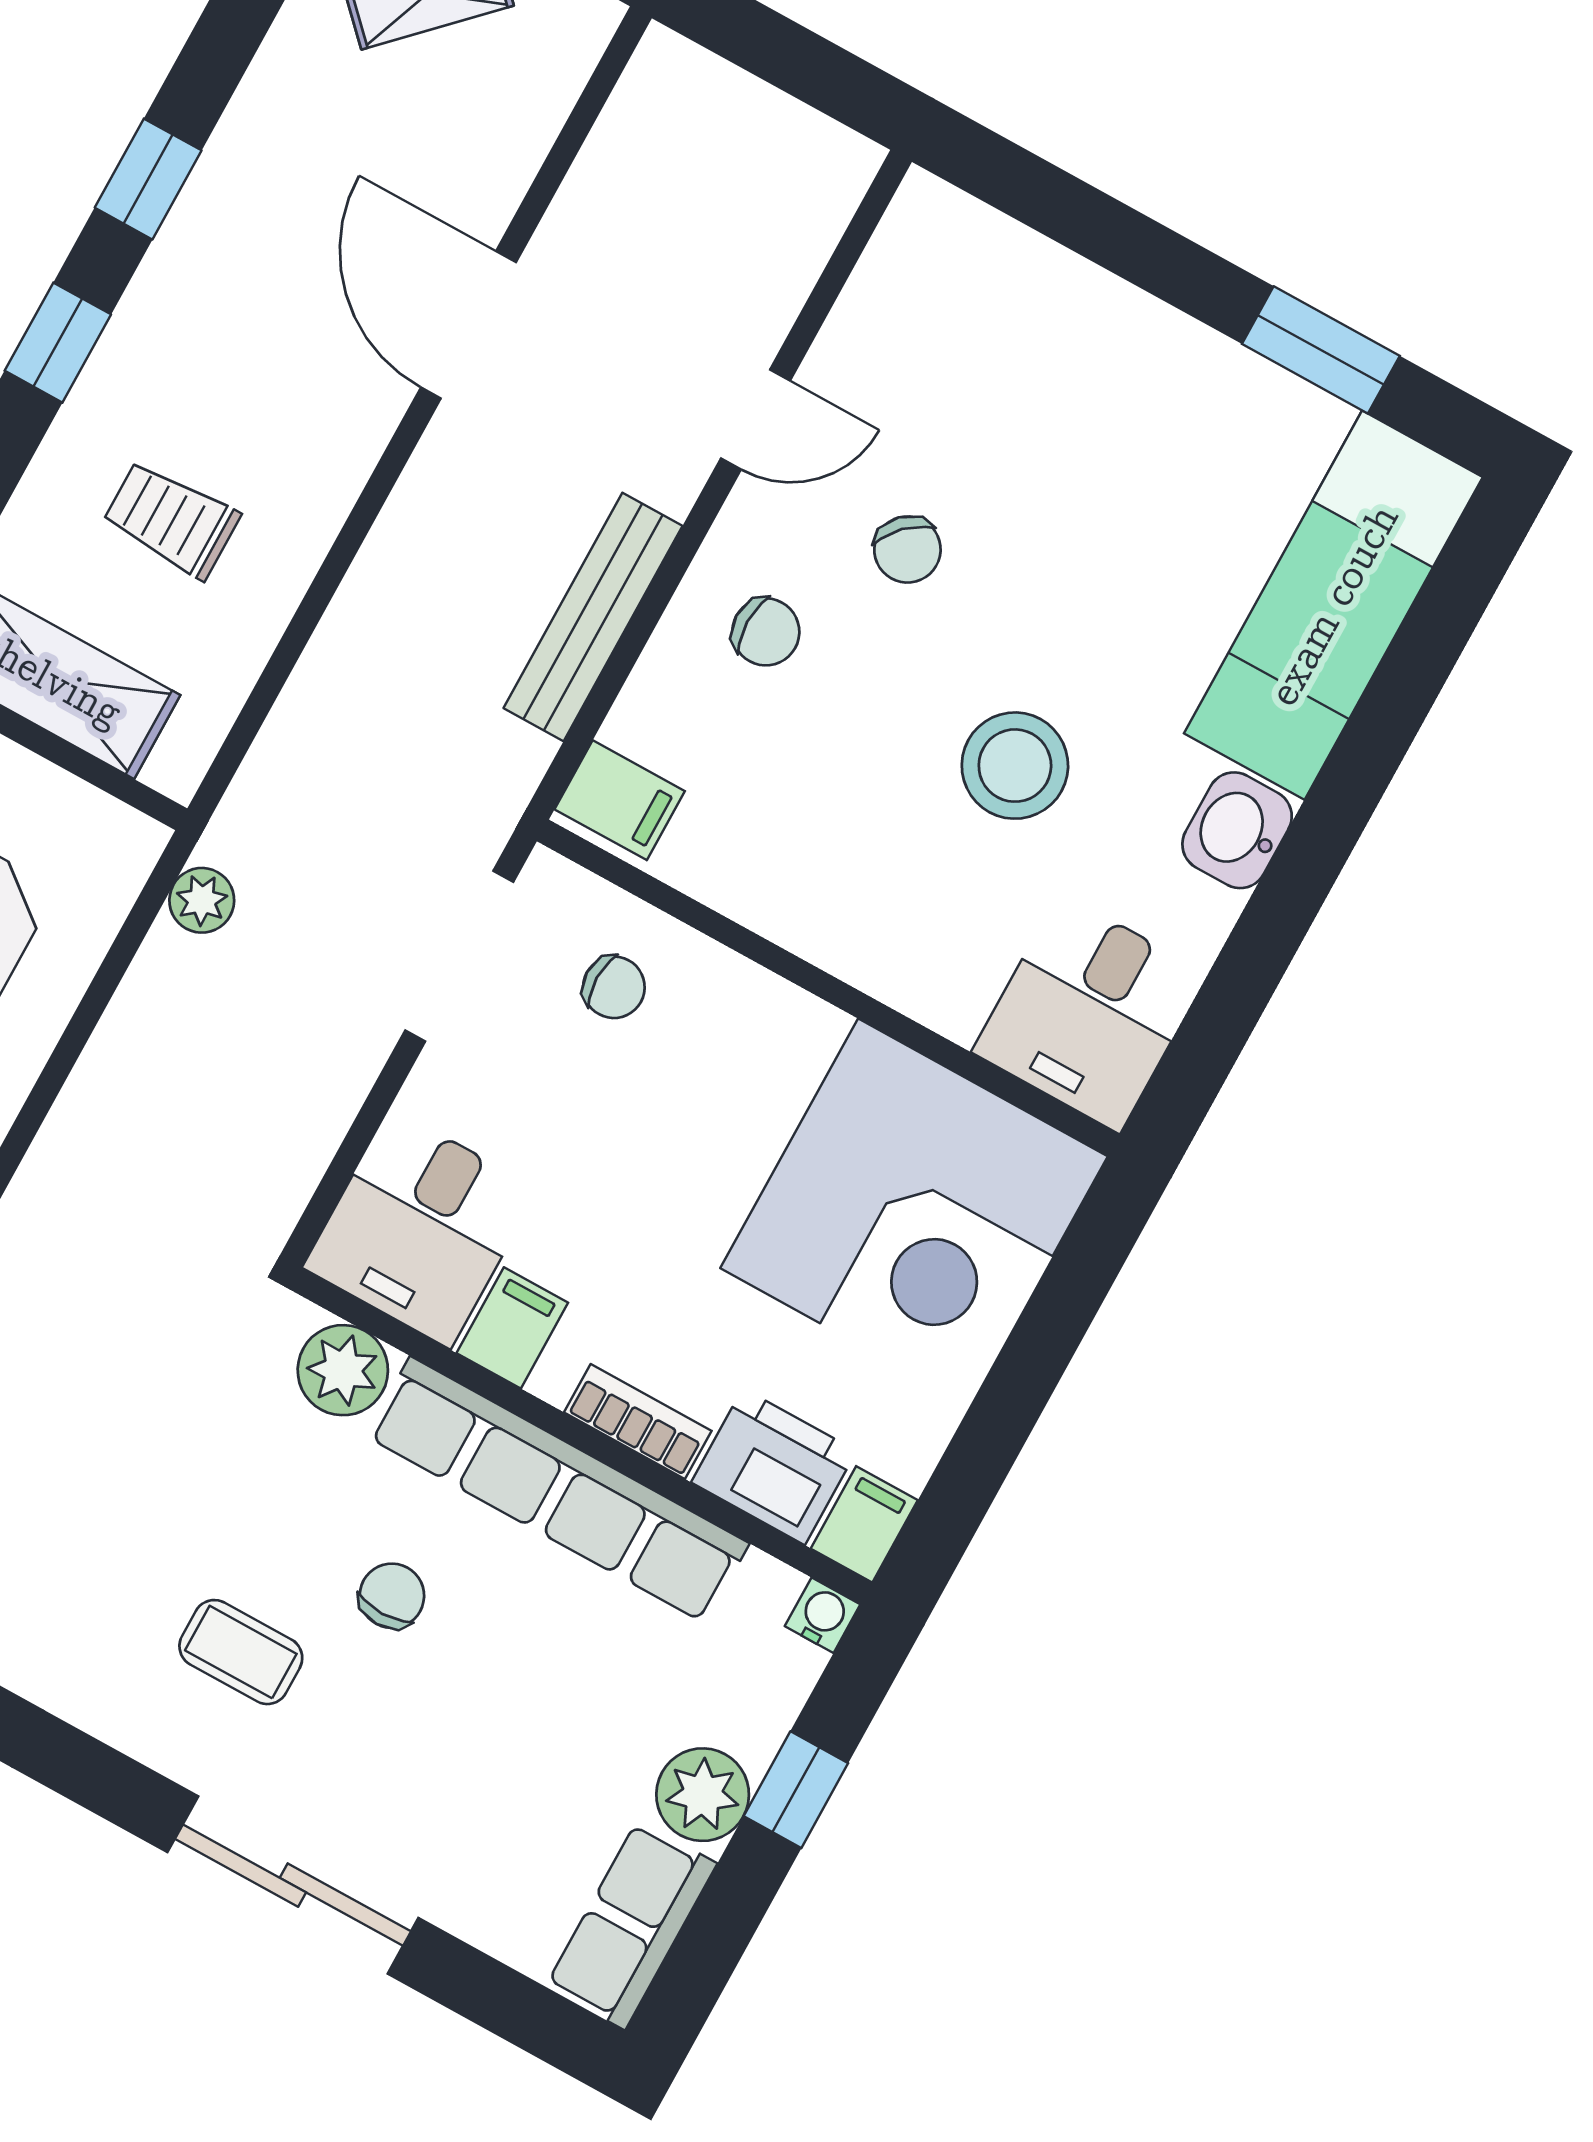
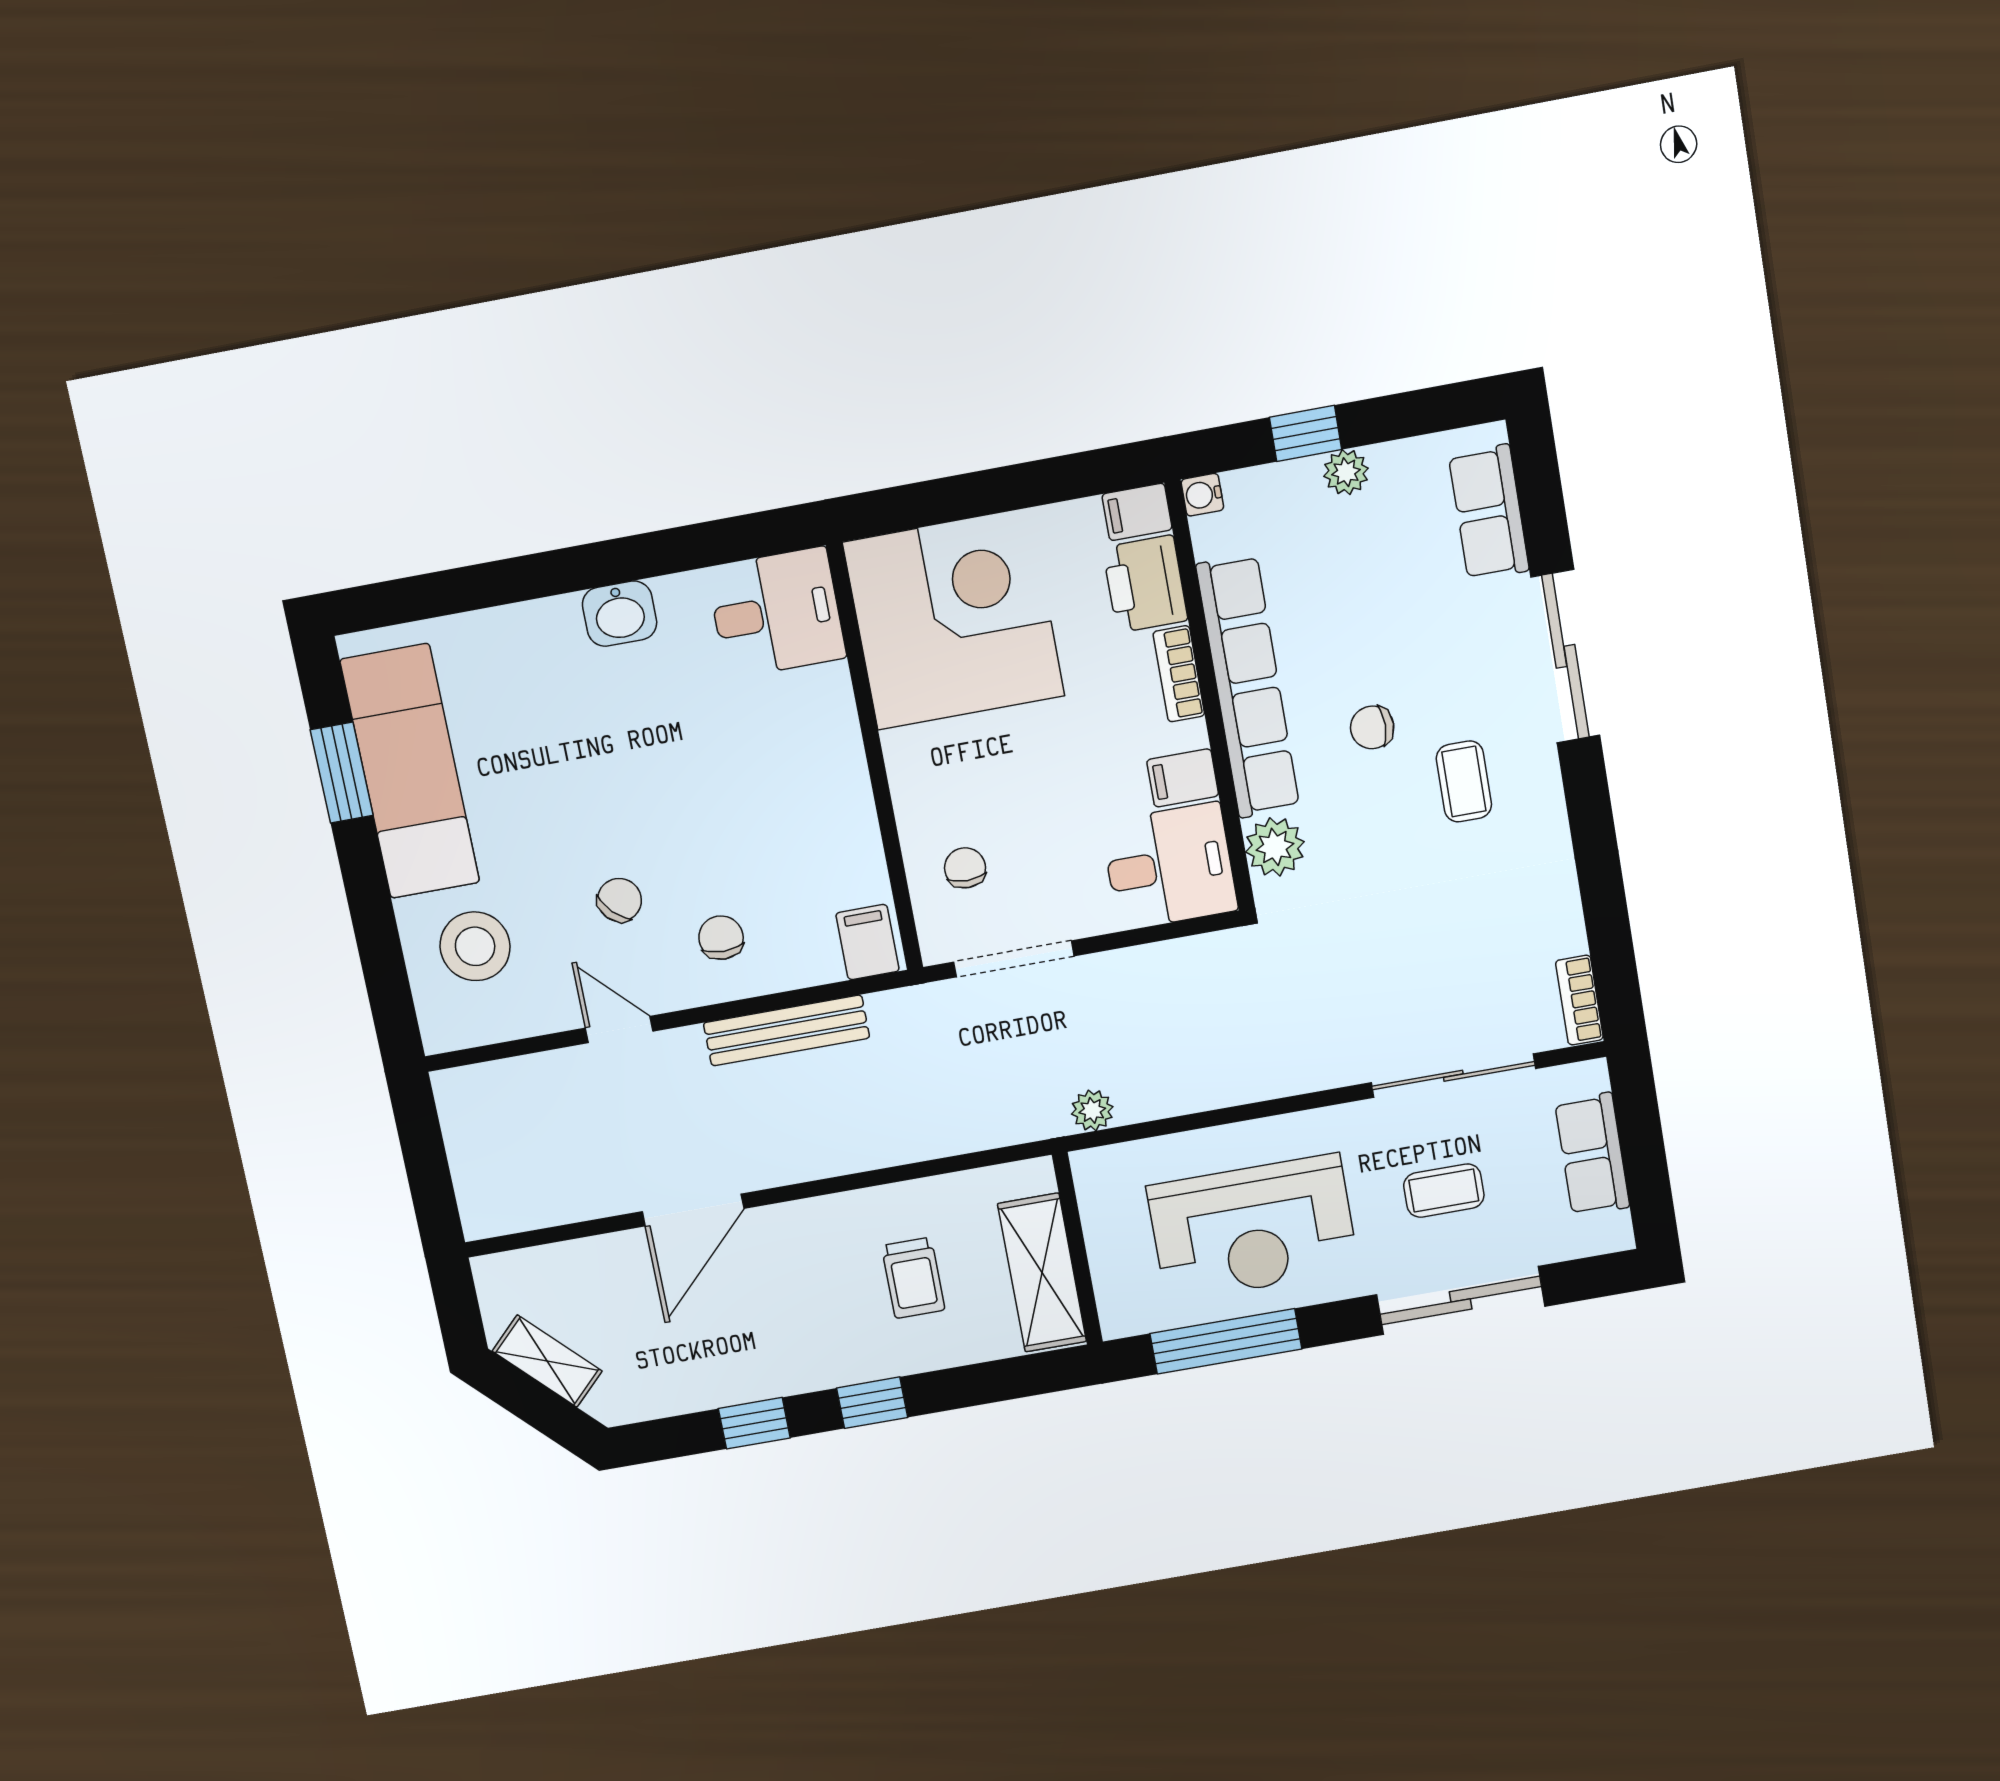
exam couch: (1333, 605) -> (410, 771), moved, turned -90
stool: (1015, 766) -> (475, 946), moved
plant: (703, 1795) -> (1346, 472), width x0.73, depth x0.73
row of seats: (631, 1925) -> (1489, 513), moved, turned 90

